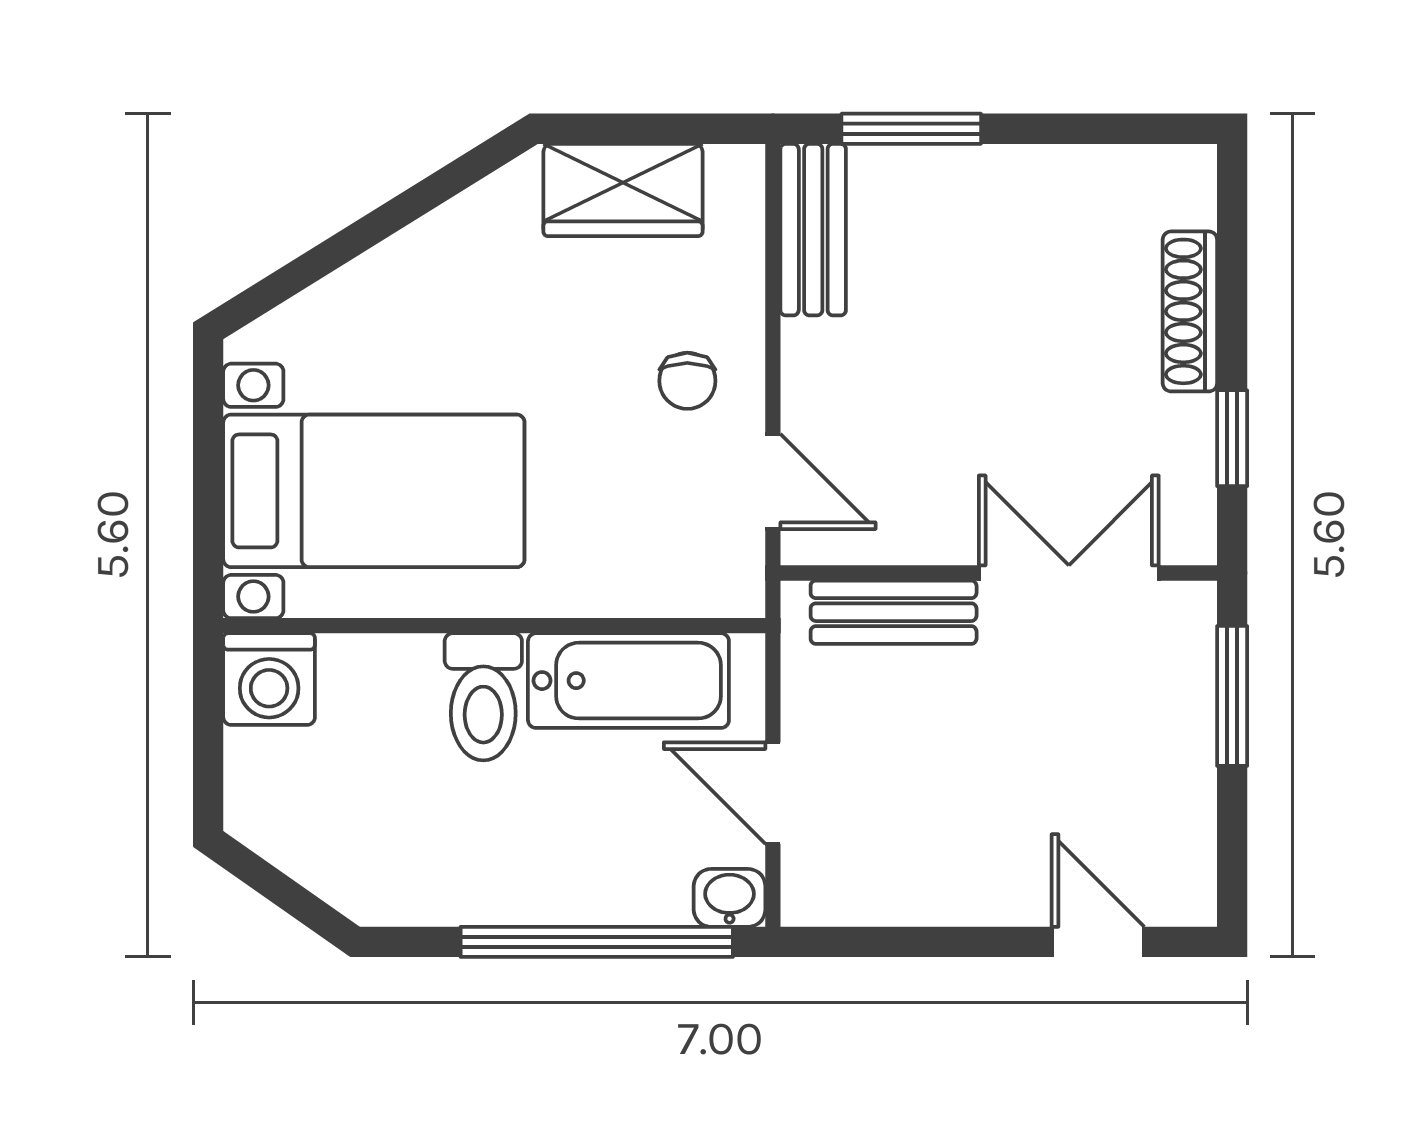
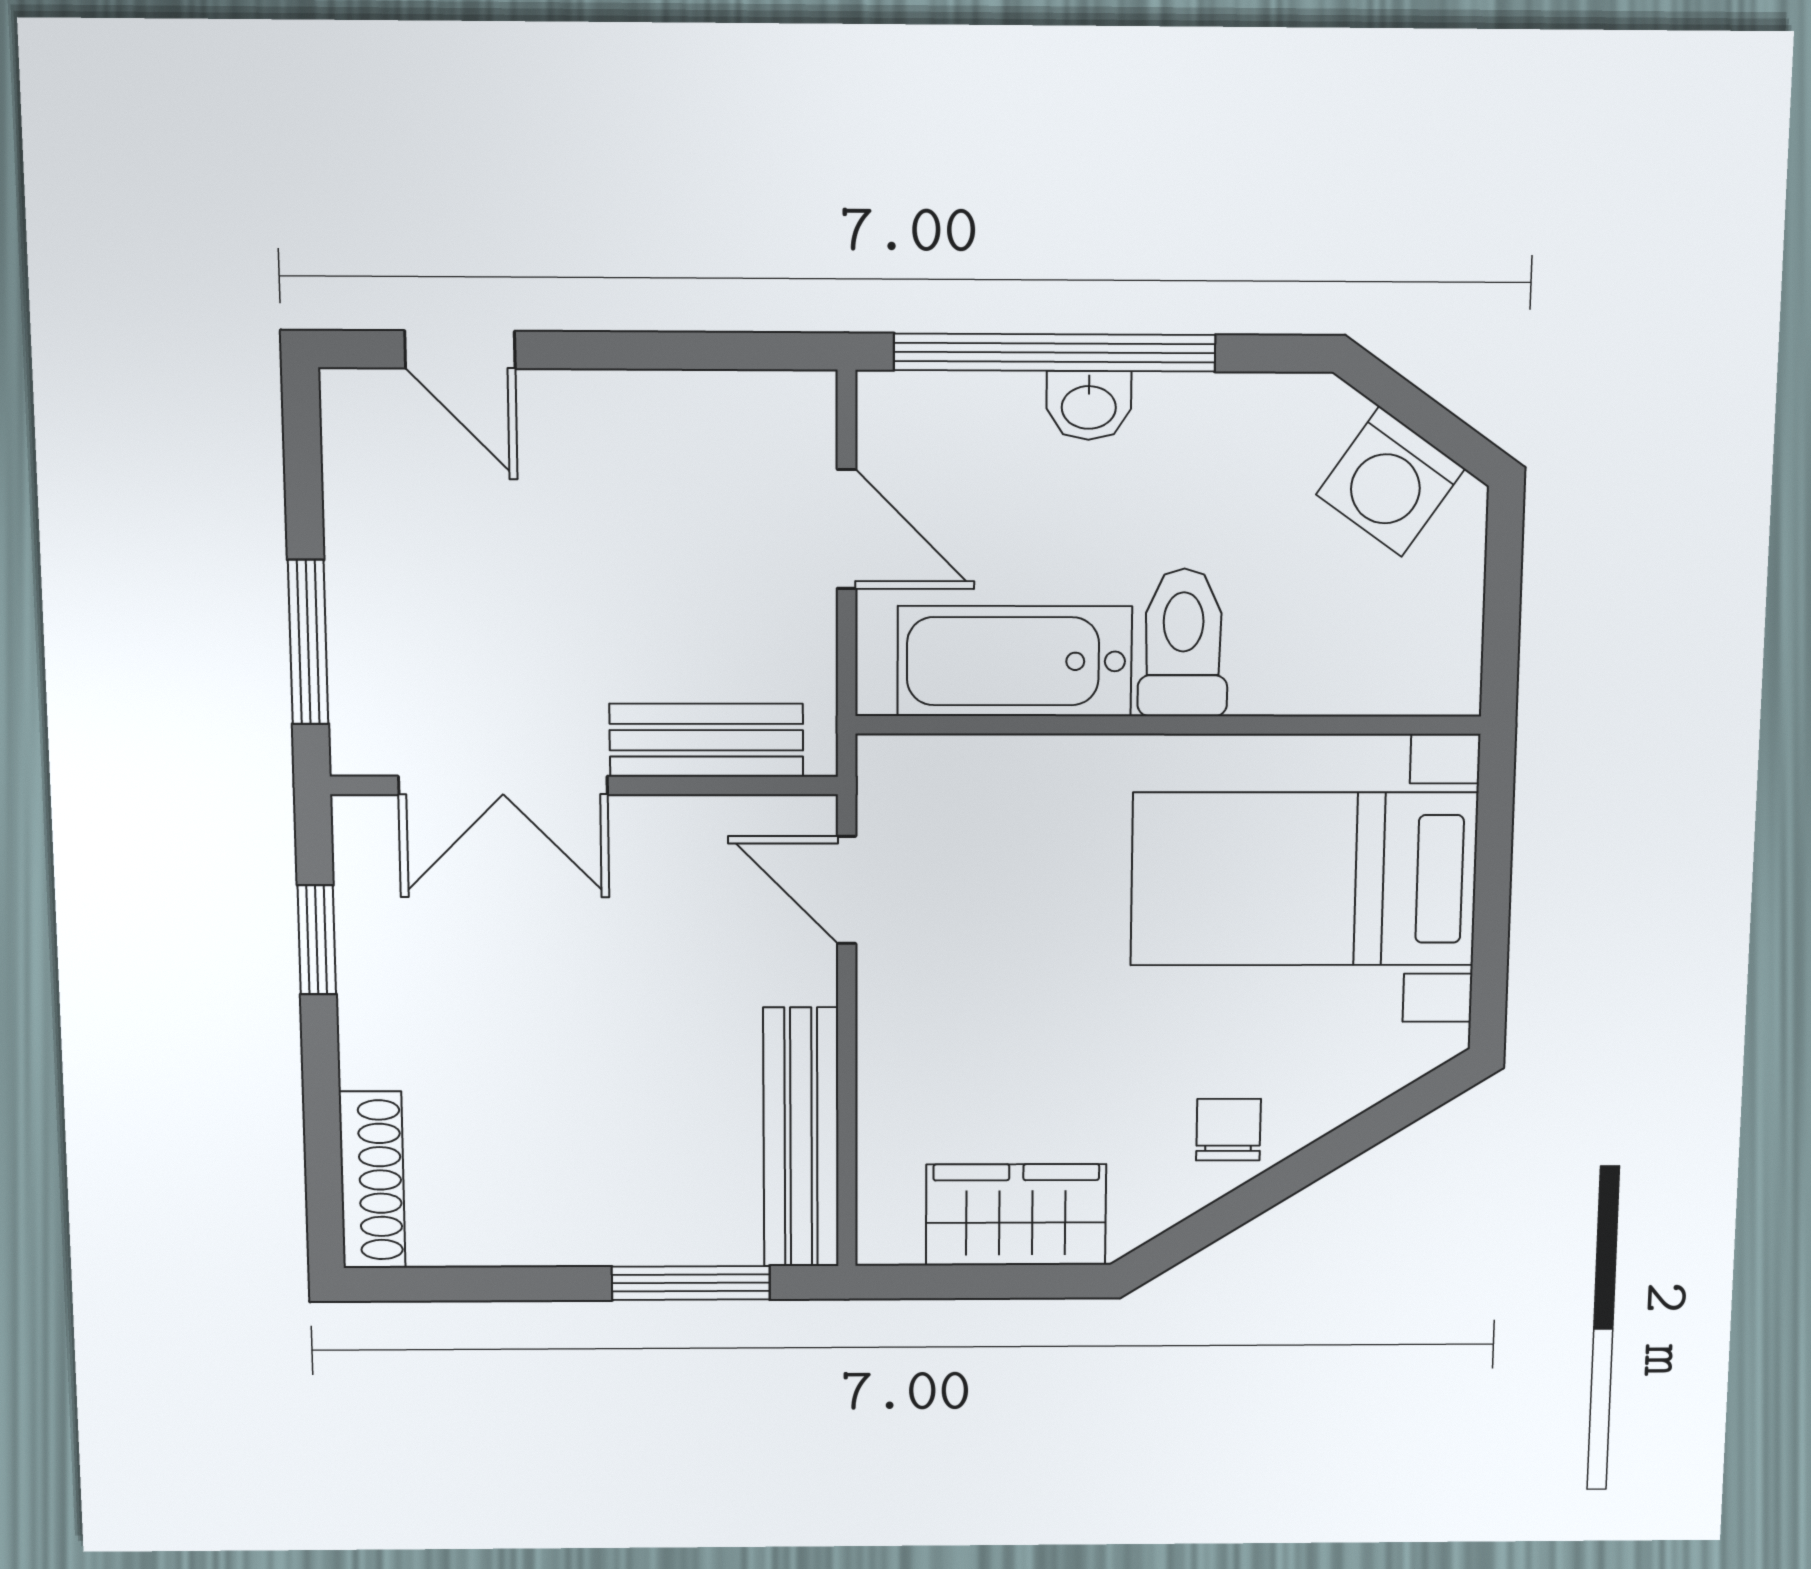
bench: (813, 230) -> (801, 1137), width x1.36
shoe rack: (1190, 311) -> (372, 1180), moved
chair: (687, 381) -> (1228, 1130), moved
washing machine: (269, 679) -> (1390, 482), moved, turned -145
washbasin: (730, 898) -> (1089, 405), moved

